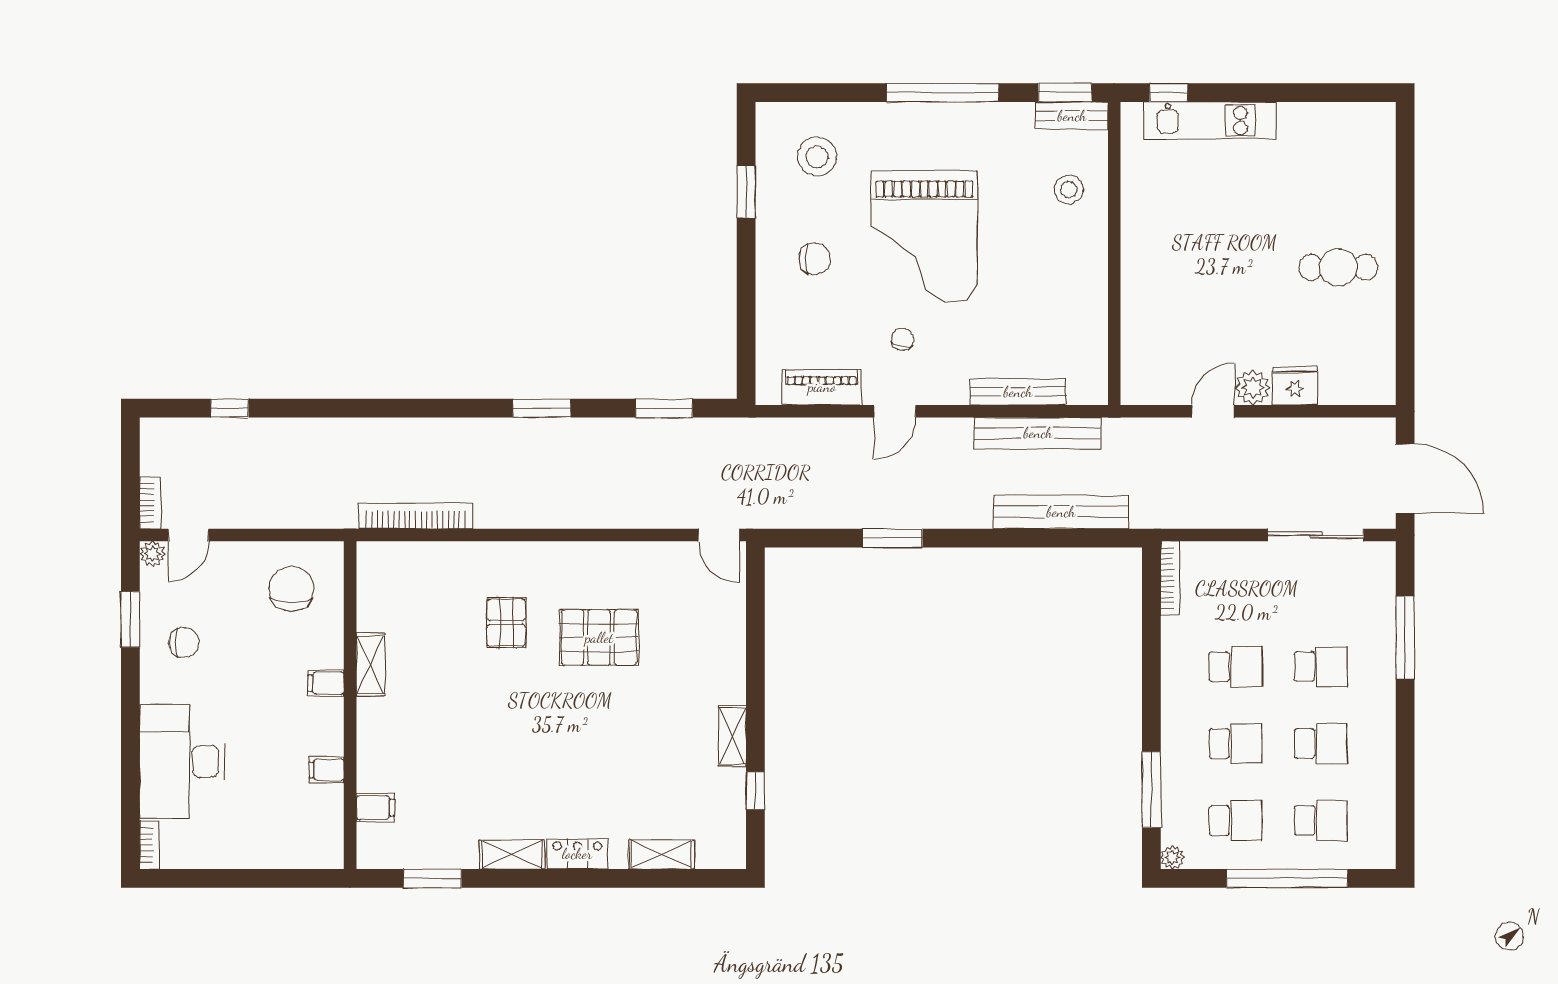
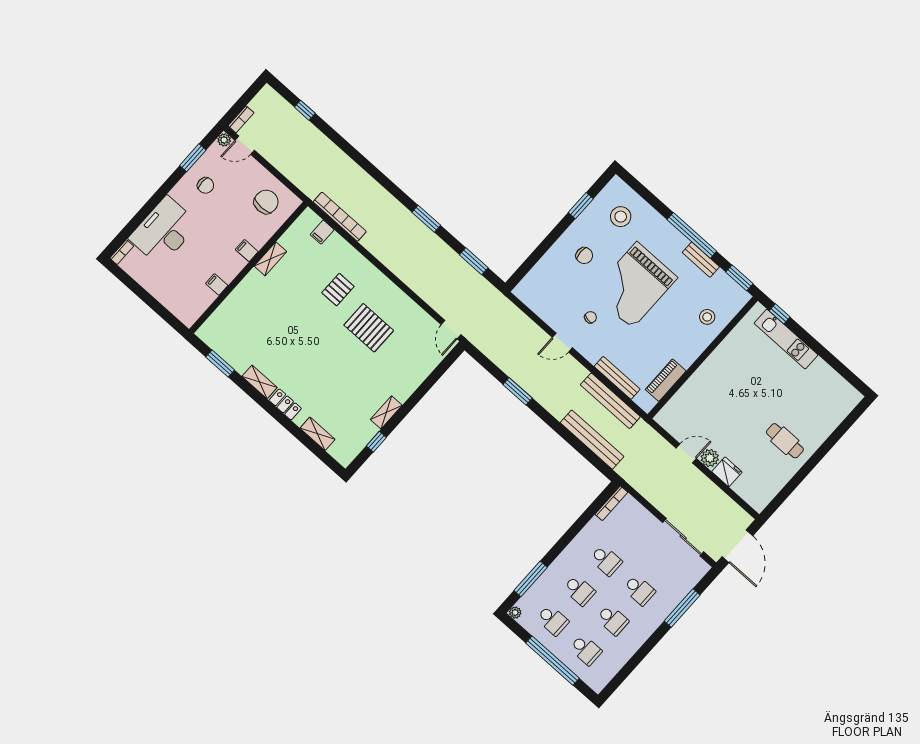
bench: (1072, 116) -> (701, 260), moved
piano: (822, 387) -> (666, 380), moved, turned -90
filing cabinet: (375, 808) -> (322, 232), moved, turned 90

